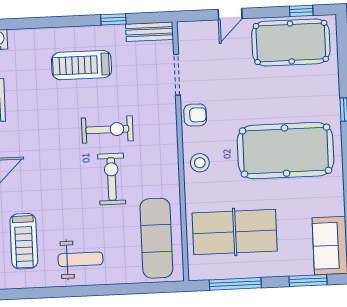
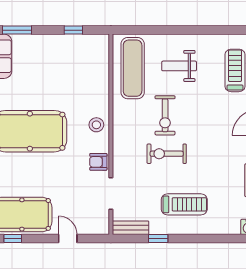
door: (230, 14) -> (68, 239), hinge flipped
table tennis table: (235, 232) -> (72, 70), removed
weight bench: (80, 259) -> (179, 66), moved
window: (235, 284) -> (73, 30), width x0.46

